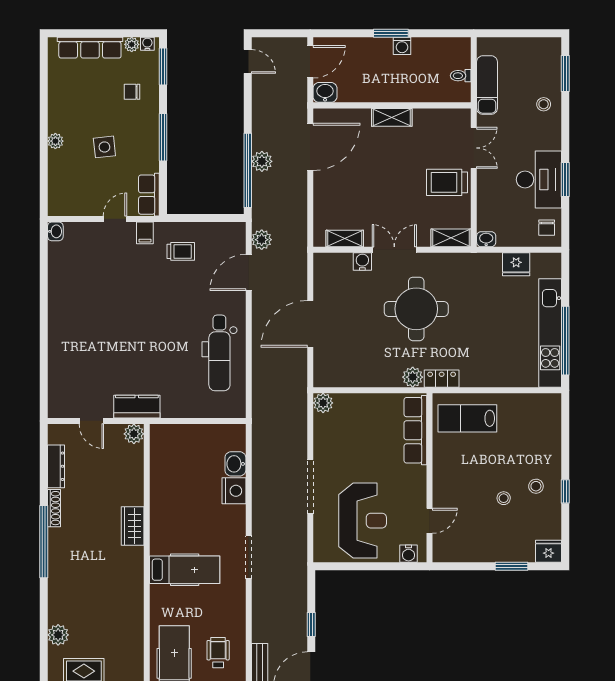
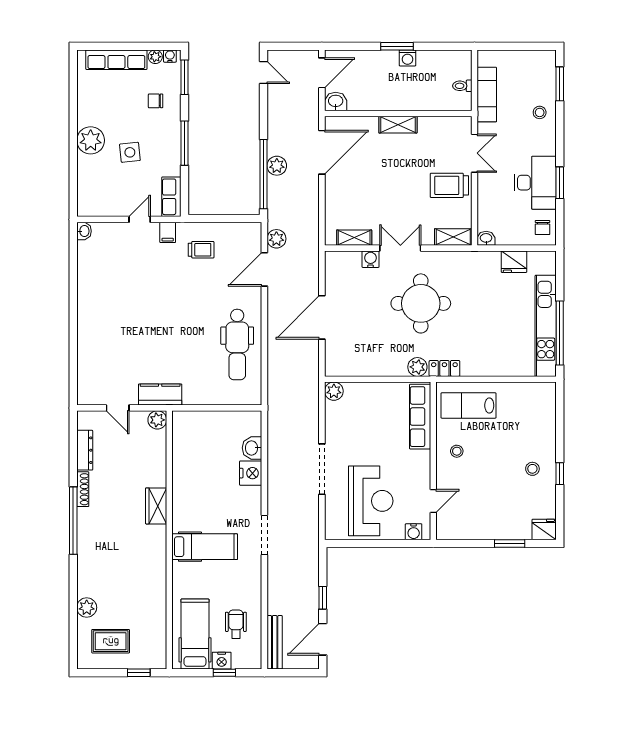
plant: (55, 141) -> (91, 140), width x1.88, depth x1.88
stool: (504, 498) -> (457, 451), moved

